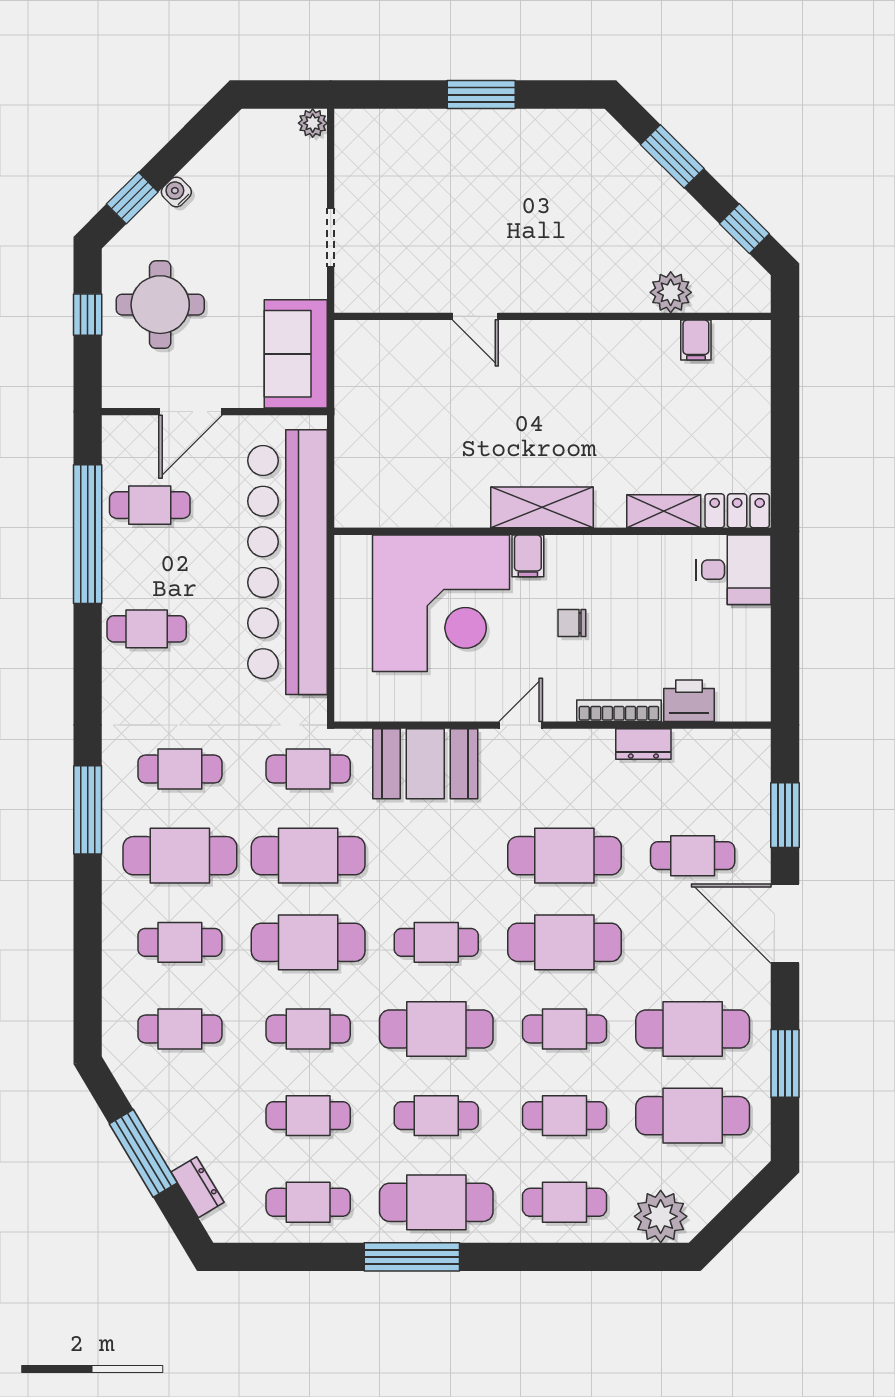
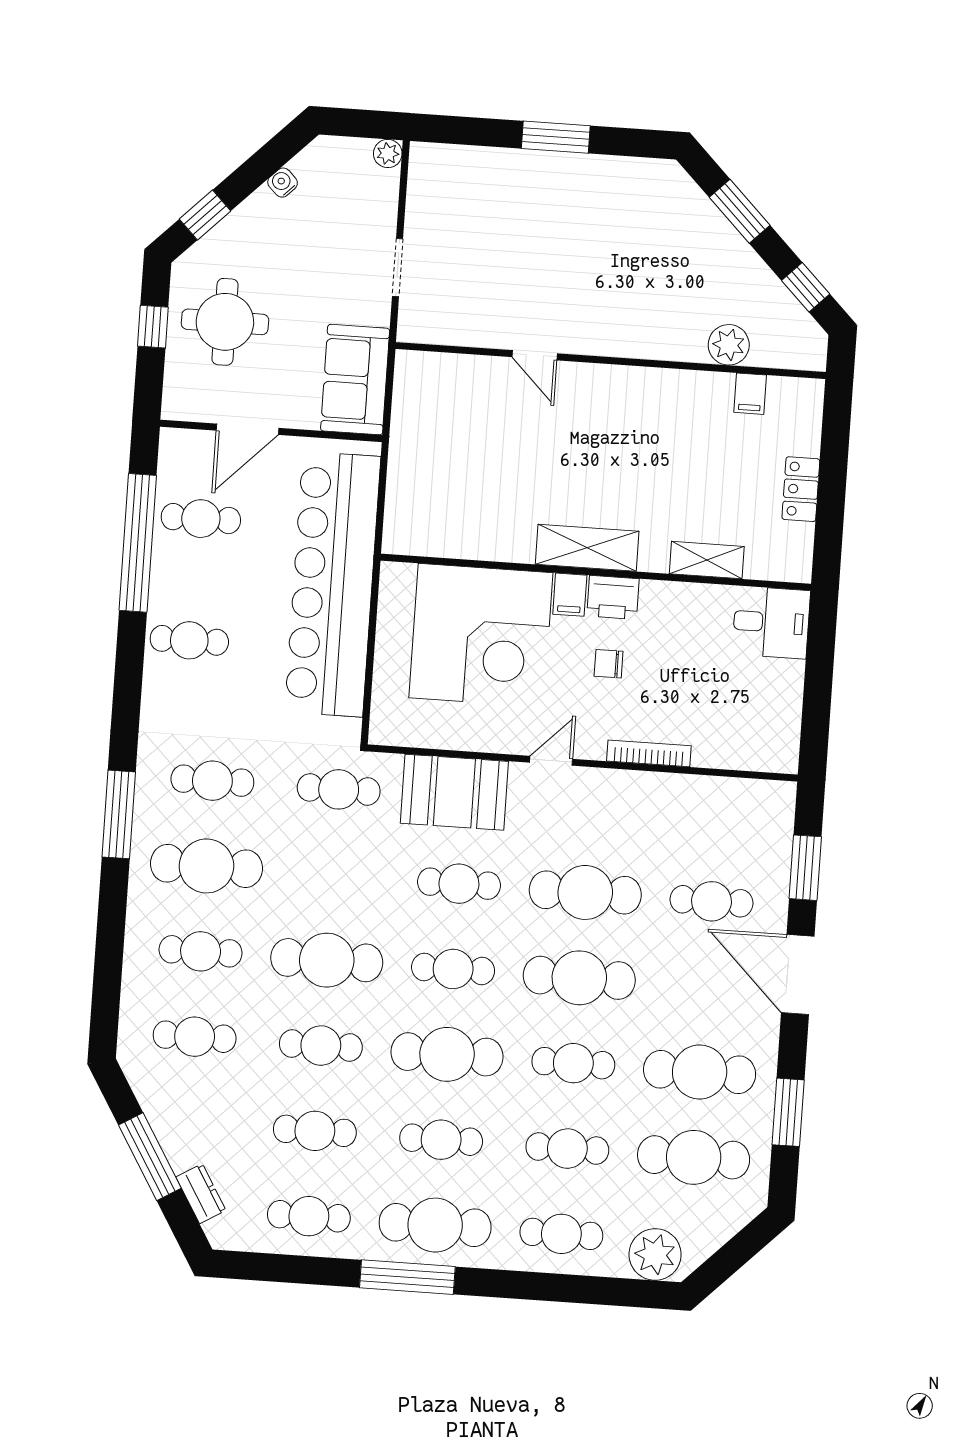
water cooler: (176, 192) -> (283, 183), moved
locker: (737, 511) -> (801, 489), moved, turned -90
printer: (689, 701) -> (613, 597), moved, turned 180
dresser: (643, 744) -> (671, 788), removed
cafe table: (308, 856) -> (459, 884), moved, width x0.73, depth x0.74

